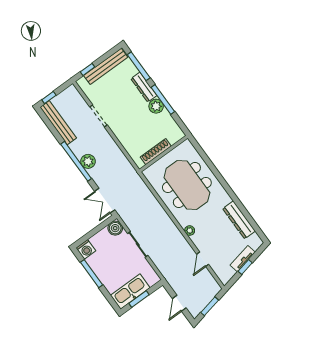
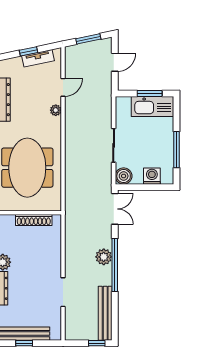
window: (88, 69) -> (24, 343), moved
plant: (190, 231) -> (56, 110), moved
washing machine: (86, 249) -> (152, 176), moved
tv unit: (243, 259) -> (38, 58), moved

